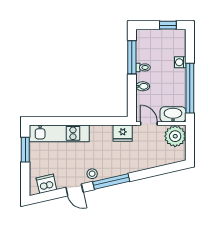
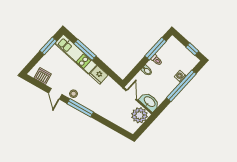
window: (190, 88) -> (181, 86), moved
window: (64, 121) -> (85, 50), added
fridge: (123, 133) -> (99, 75), moved

